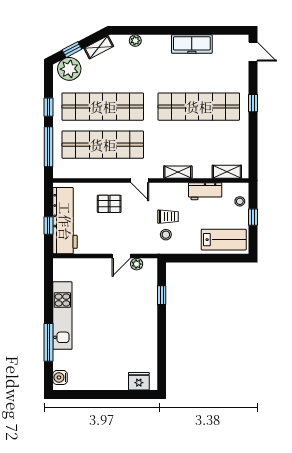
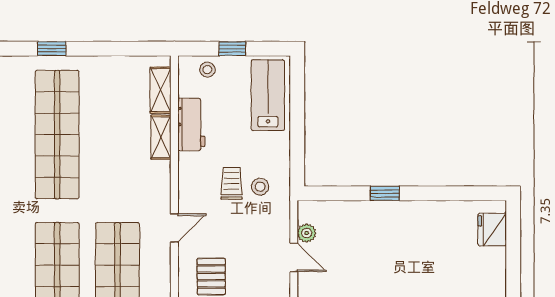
shelving: (178, 172) -> (161, 137), moved
window: (162, 295) -> (385, 193), moved

